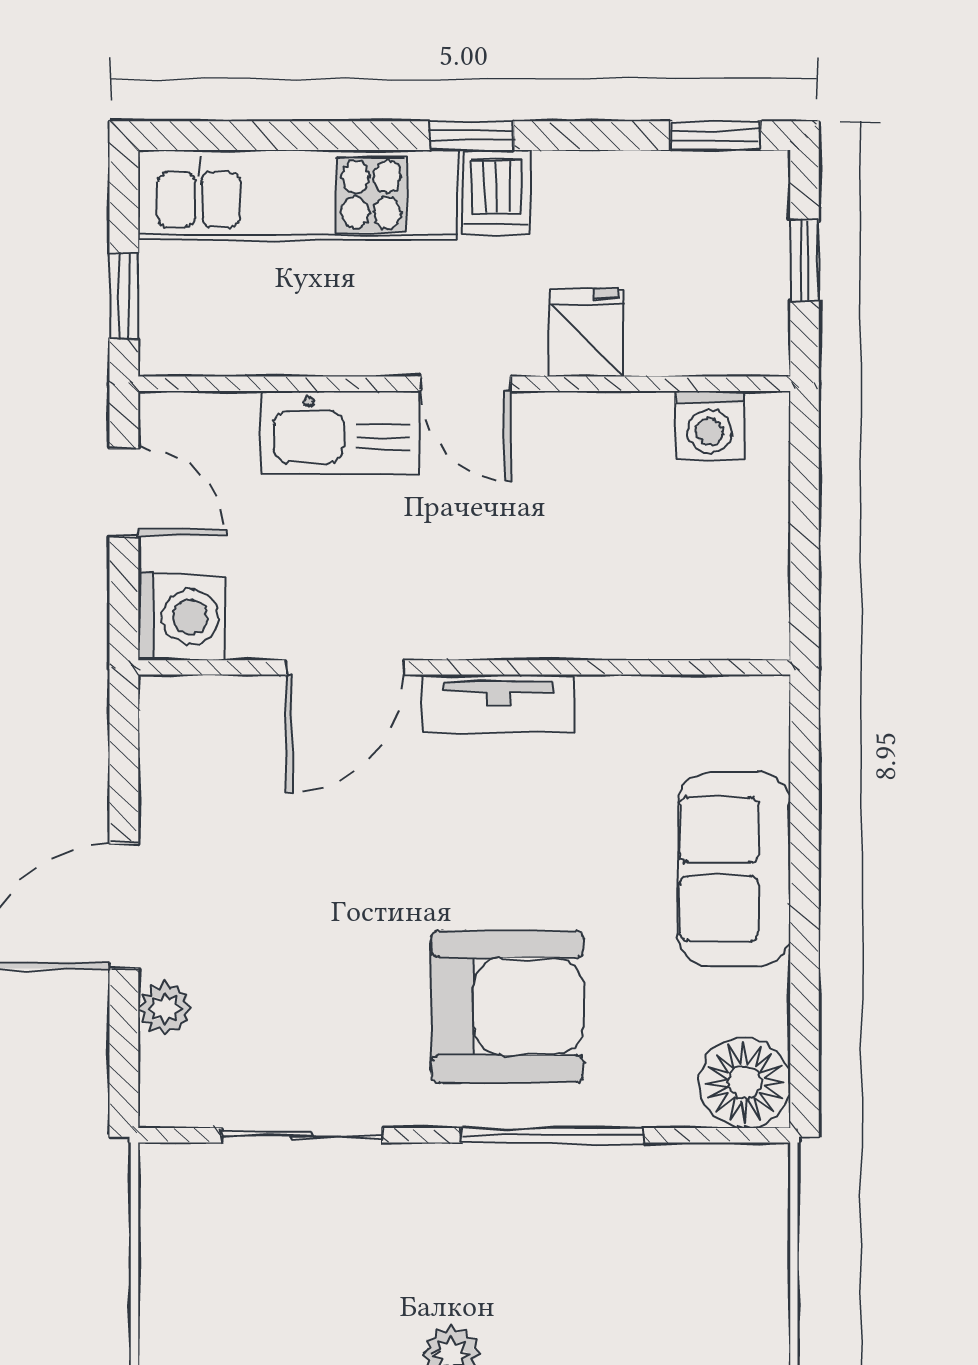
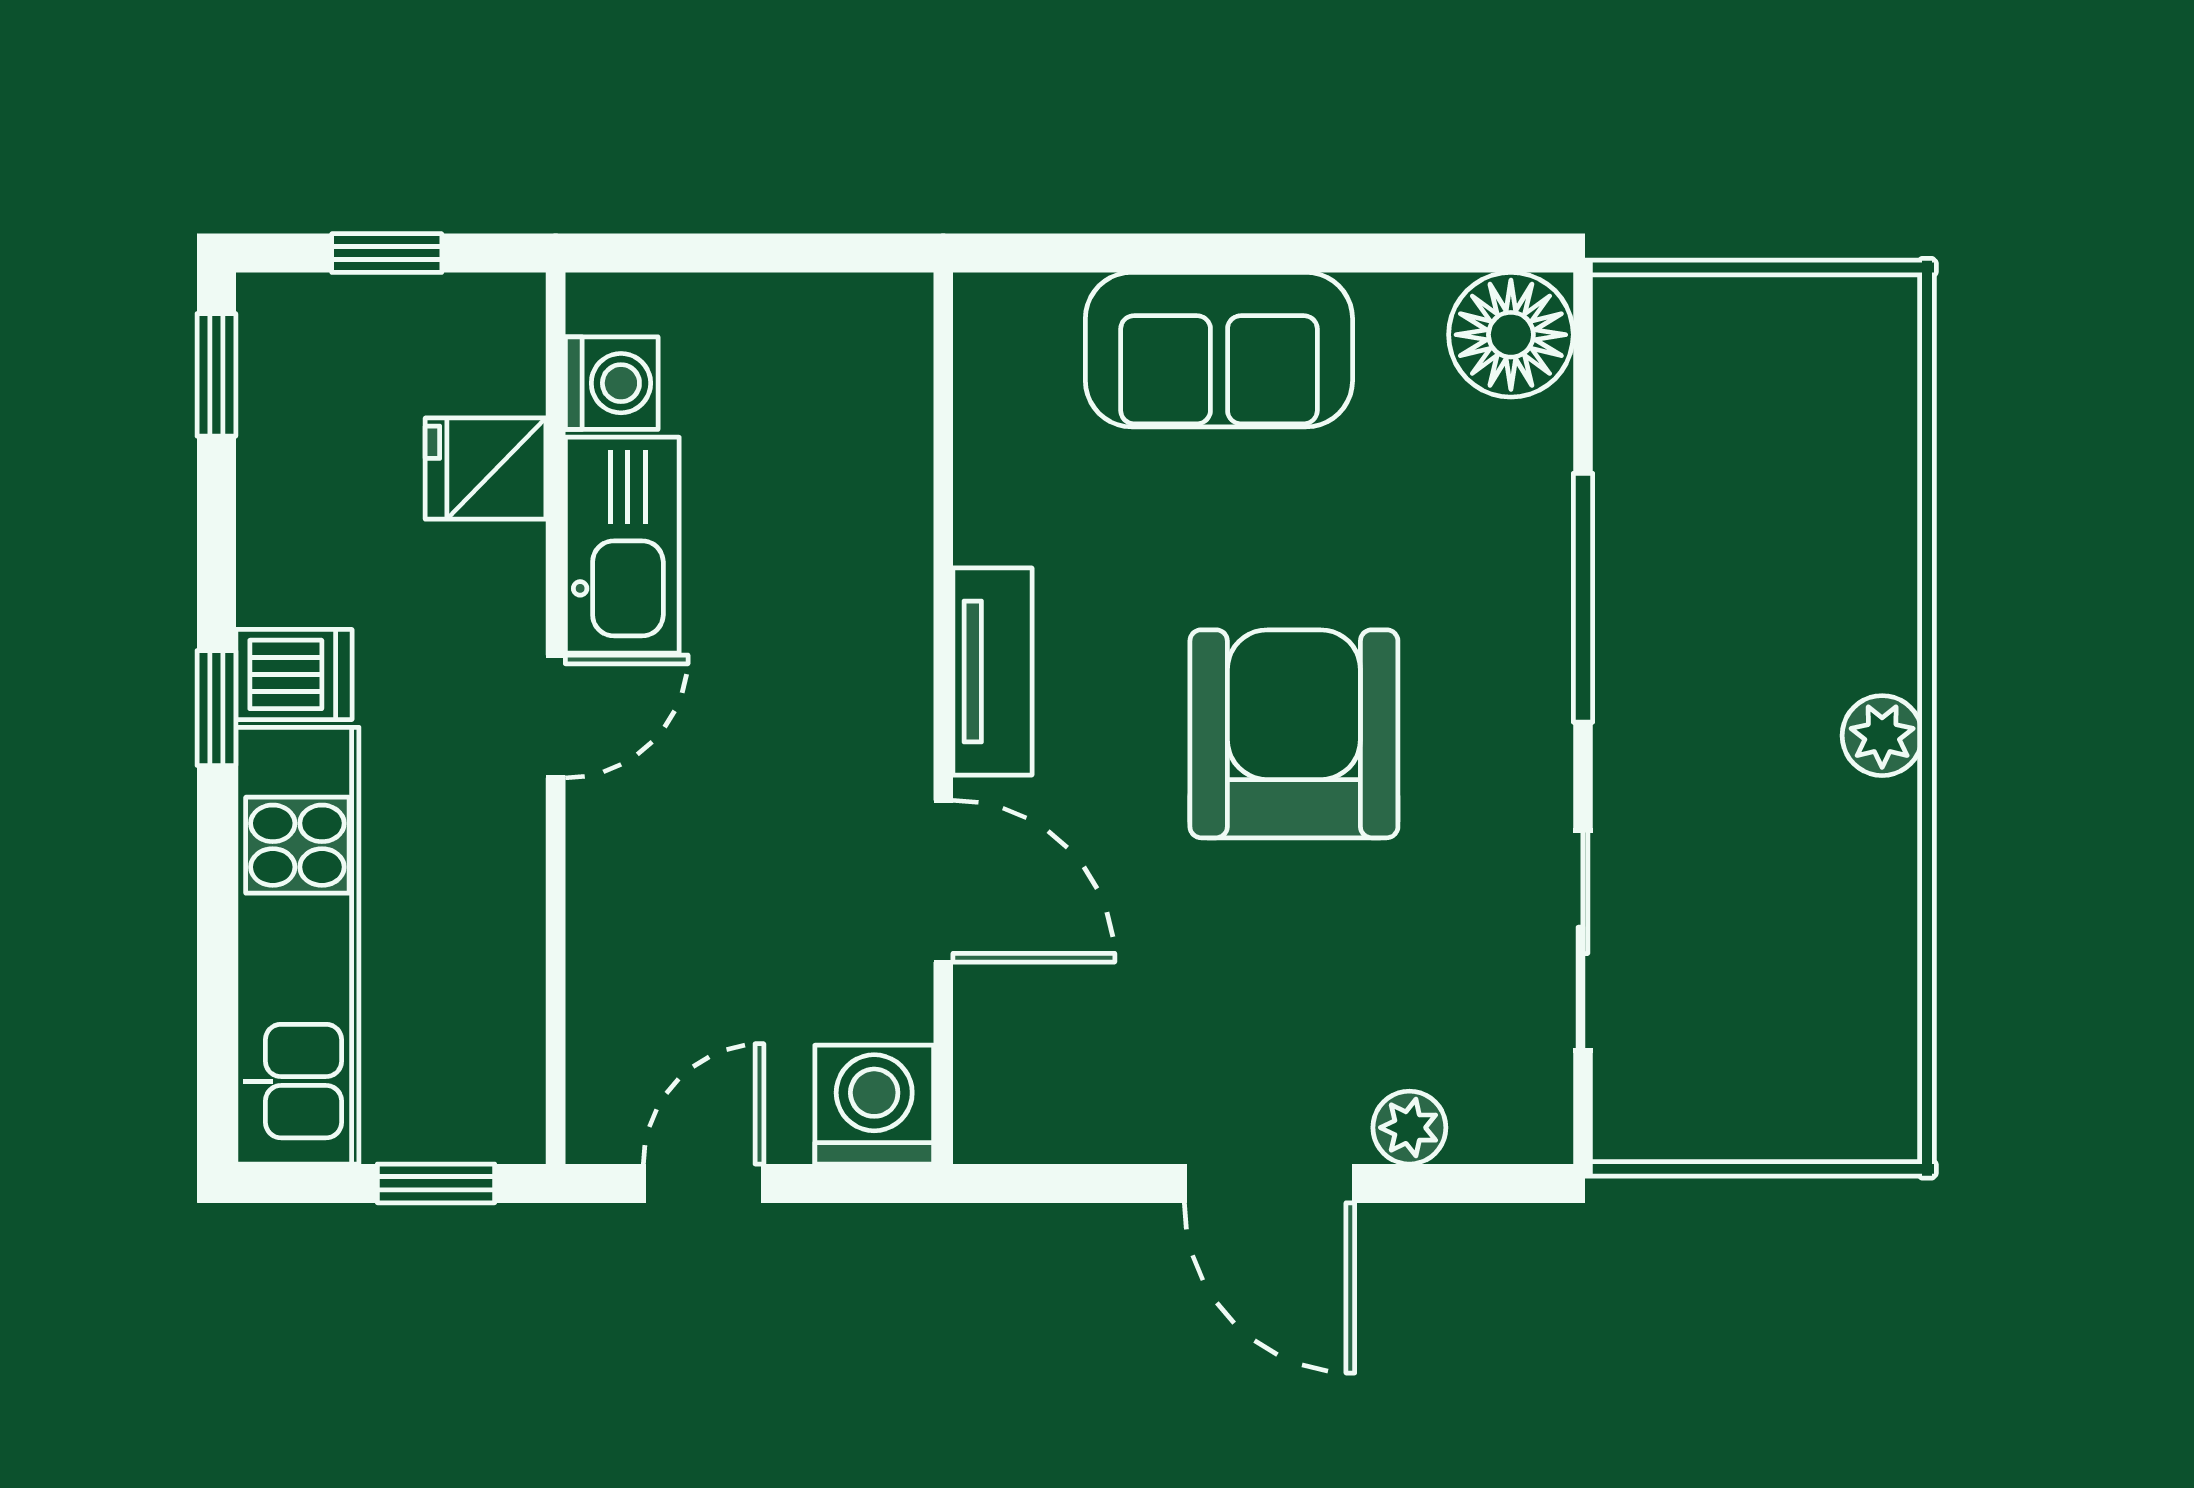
fridge: (587, 333) -> (486, 469), moved
kitchen sink: (340, 433) -> (622, 545), moved
armchair: (507, 1006) -> (1294, 734), moved

